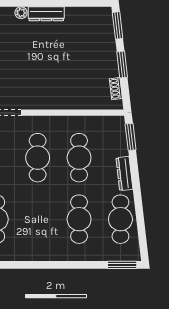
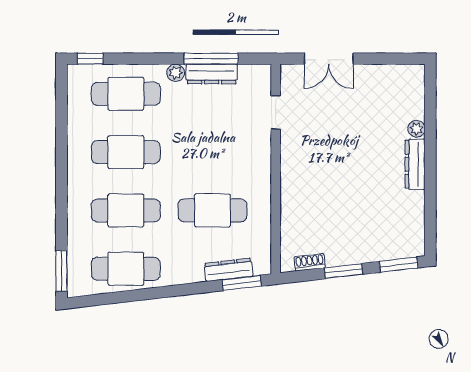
cafe table: (38, 158) -> (126, 152), moved
dresser: (124, 174) -> (229, 270), moved

